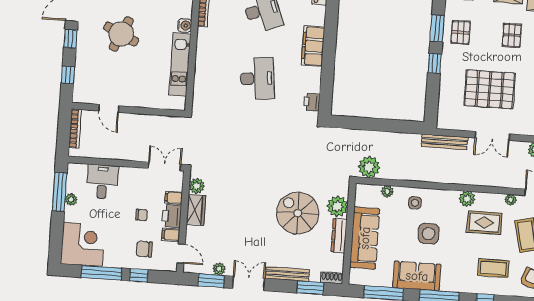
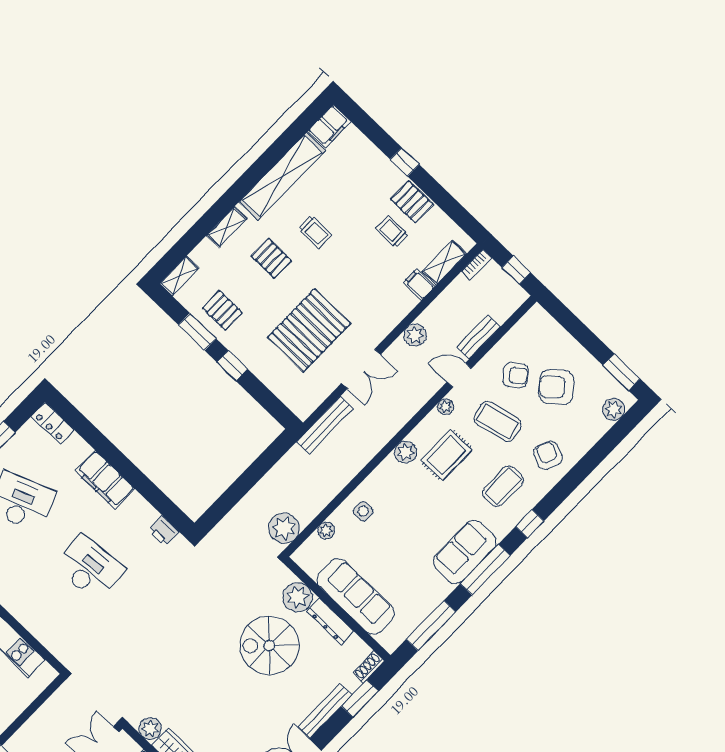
side table: (429, 234) -> (408, 524), removed
sofa: (417, 276) -> (465, 552), moved

